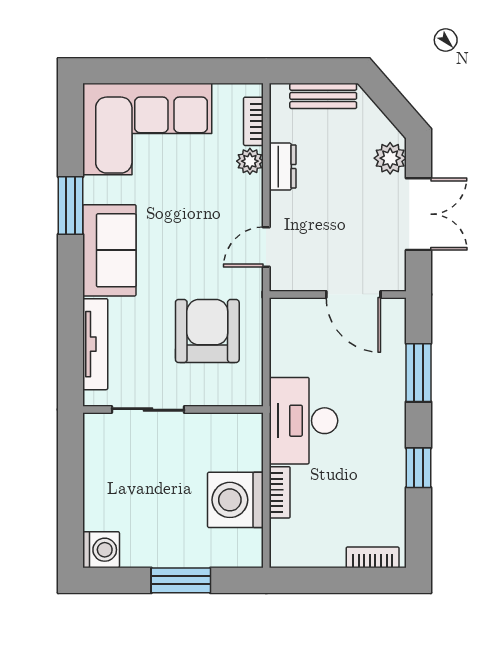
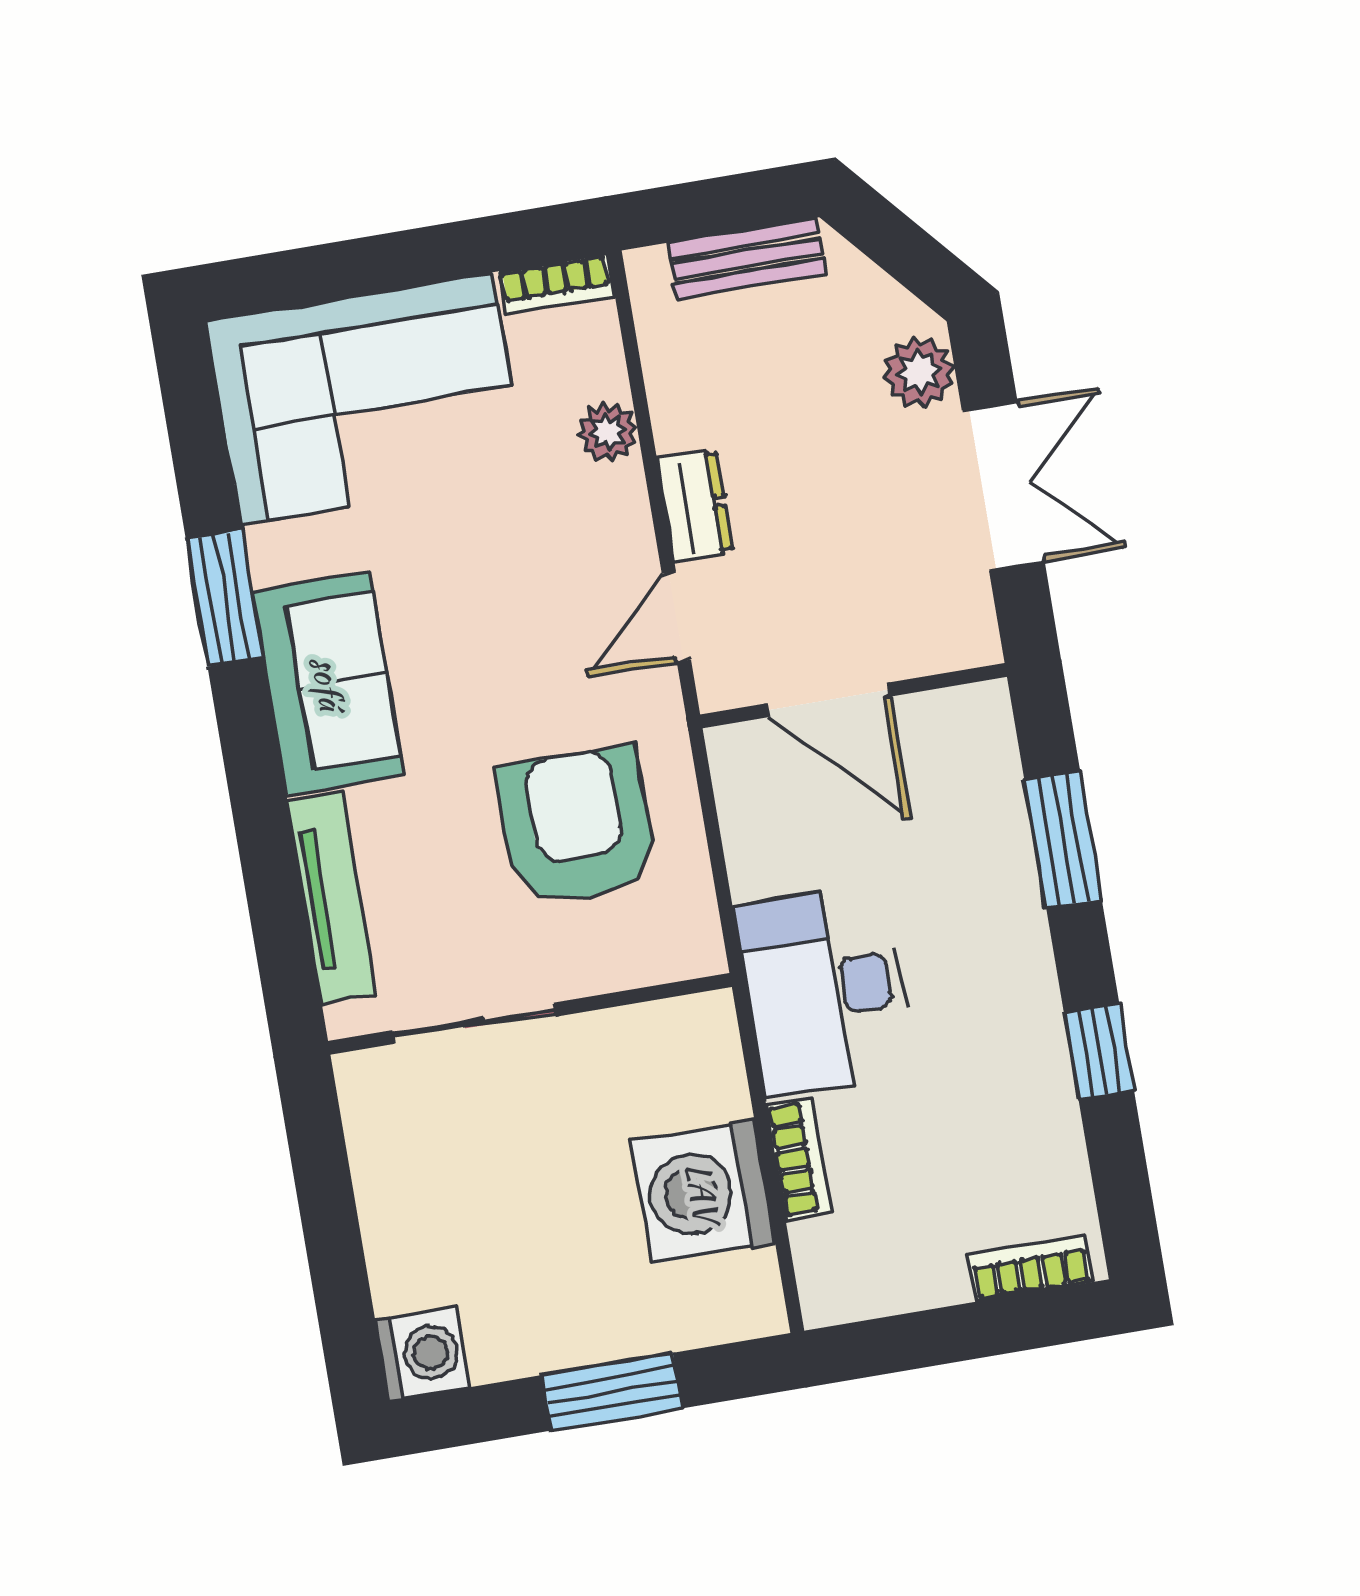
bookcase: (253, 121) -> (556, 284), moved, turned -90
dresser: (283, 167) -> (695, 506), moved
door: (353, 294) -> (828, 700), moved

